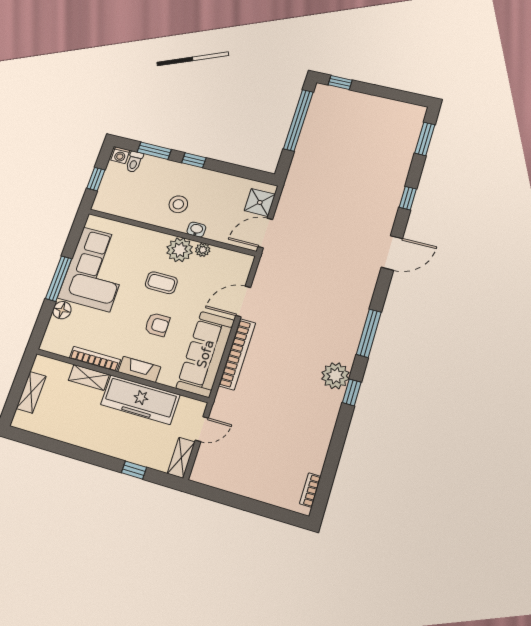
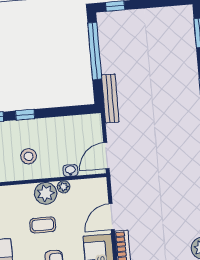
bench: (295, 174) -> (110, 98), added
shower: (260, 202) -> (92, 132), removed
washbasin: (196, 230) -> (70, 170), moved

